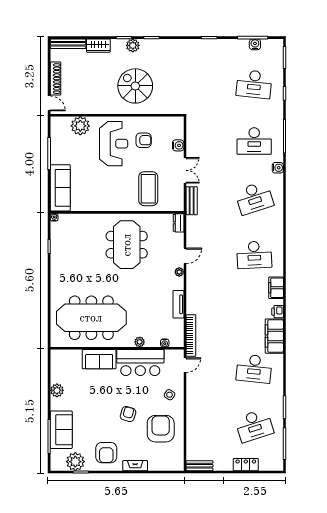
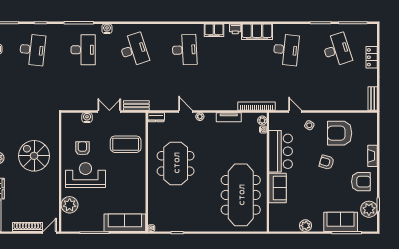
spiral stairs: (135, 86) -> (34, 156), turned 90
meeting table: (127, 245) -> (176, 163), turned 90
plant: (140, 342) -> (262, 120), moved
door: (185, 365) -> (295, 111), moved

